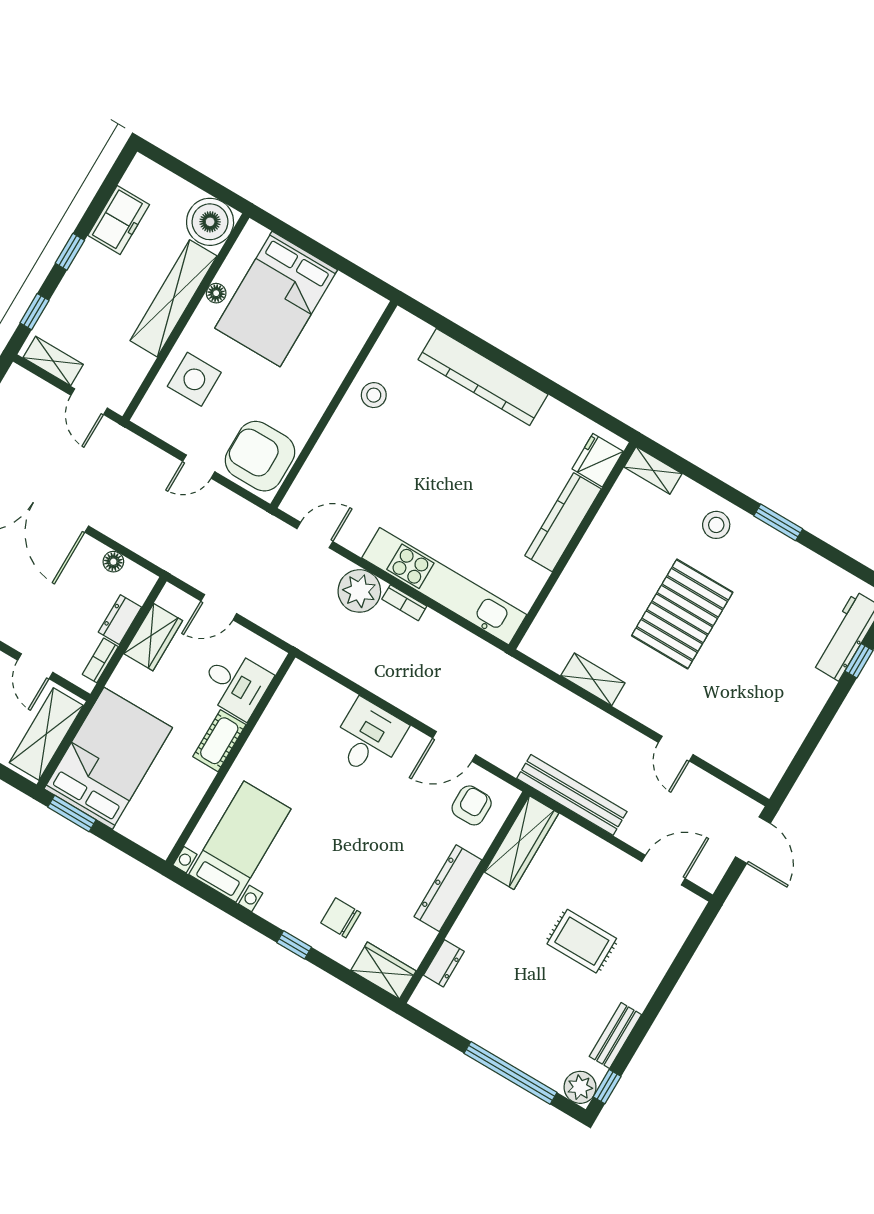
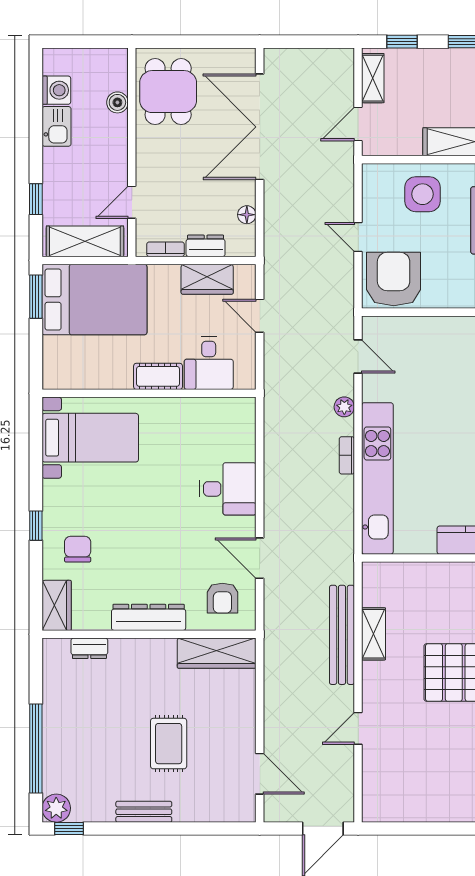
plant: (359, 591) -> (344, 407), width x0.53, depth x0.53
bench: (572, 795) -> (342, 635), moved
armchair: (472, 805) -> (222, 598), turned 90
bench: (615, 1036) -> (144, 812), moved

